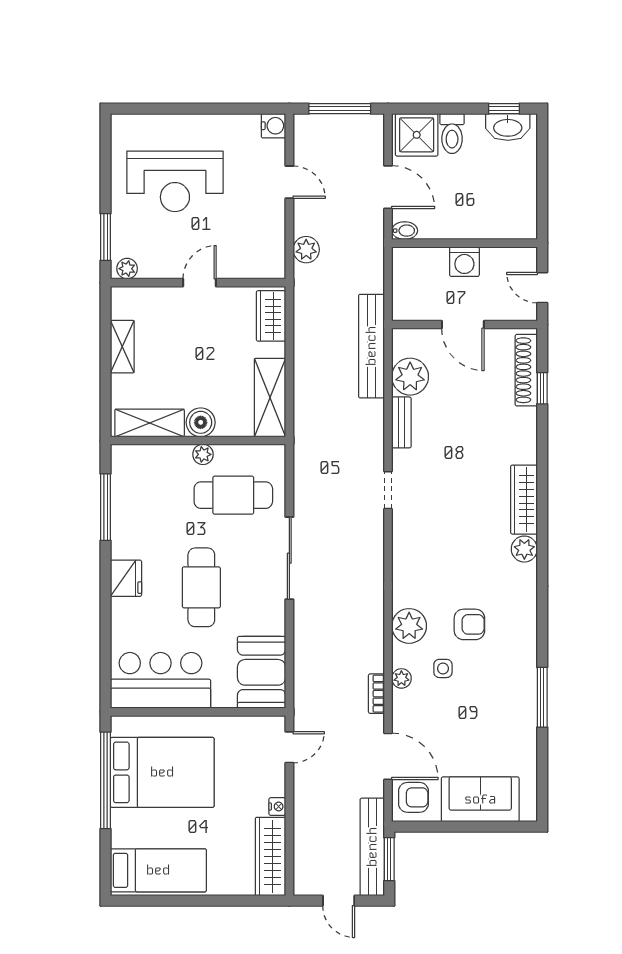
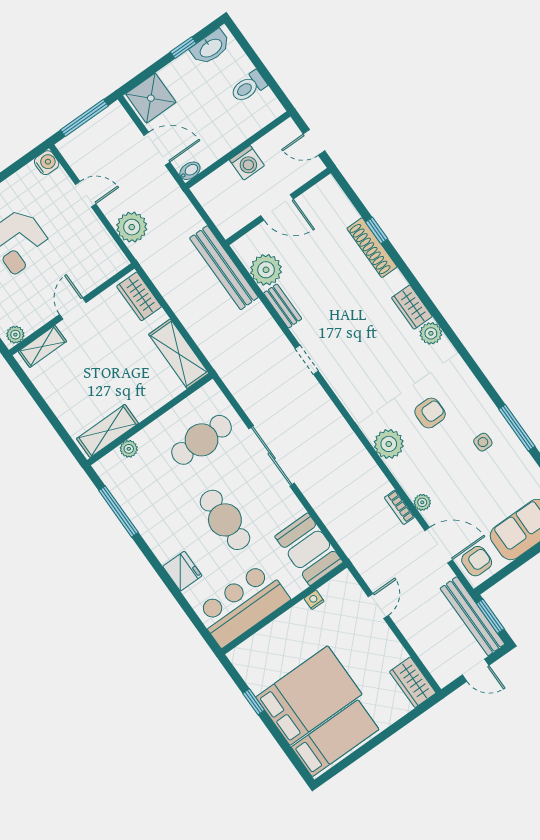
window: (504, 109) -> (183, 48), moved
toilet: (452, 134) -> (248, 87), moved, turned 90
plant: (306, 250) -> (132, 227), width x1.36, depth x1.36
shelving: (122, 347) -> (42, 346), moved, turned 90
shoe rack: (526, 370) -> (372, 248), moved
window: (542, 388) -> (377, 231), moved
boiler: (201, 422) -> (143, 405), removed
plant: (203, 454) -> (129, 449), moved
wardrobe: (524, 500) -> (412, 307), width x0.67
fridge: (126, 578) -> (182, 571), moved
side table: (443, 668) -> (483, 442), moved
plant: (401, 678) -> (422, 502), moved
door: (289, 747) -> (378, 606), moved
bed: (162, 772) -> (309, 696), moved
window: (105, 780) -> (254, 702), width x0.32
nightstand: (277, 806) -> (314, 600), moved, turned -90
wardrobe: (270, 857) -> (413, 682), width x0.67

